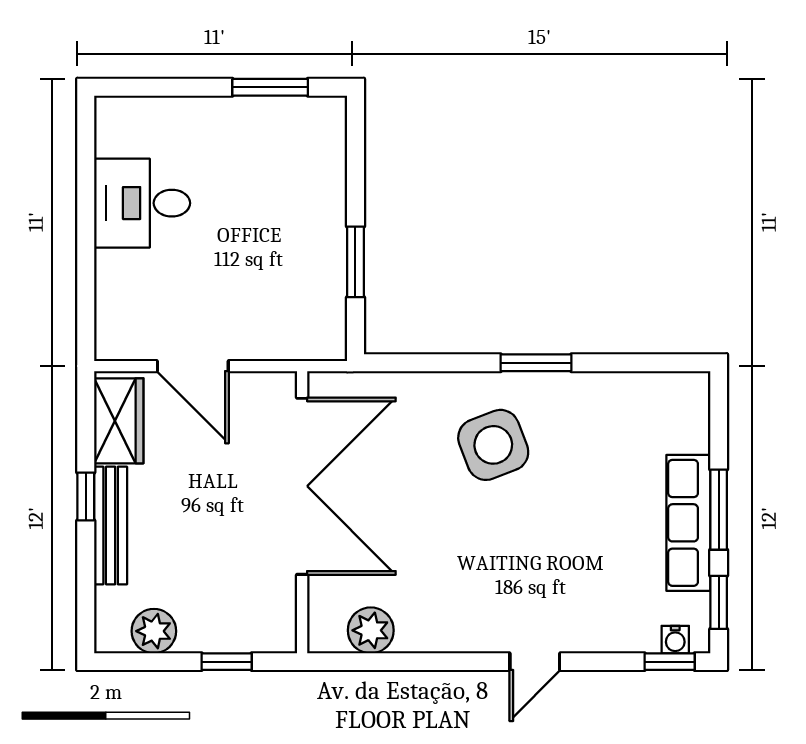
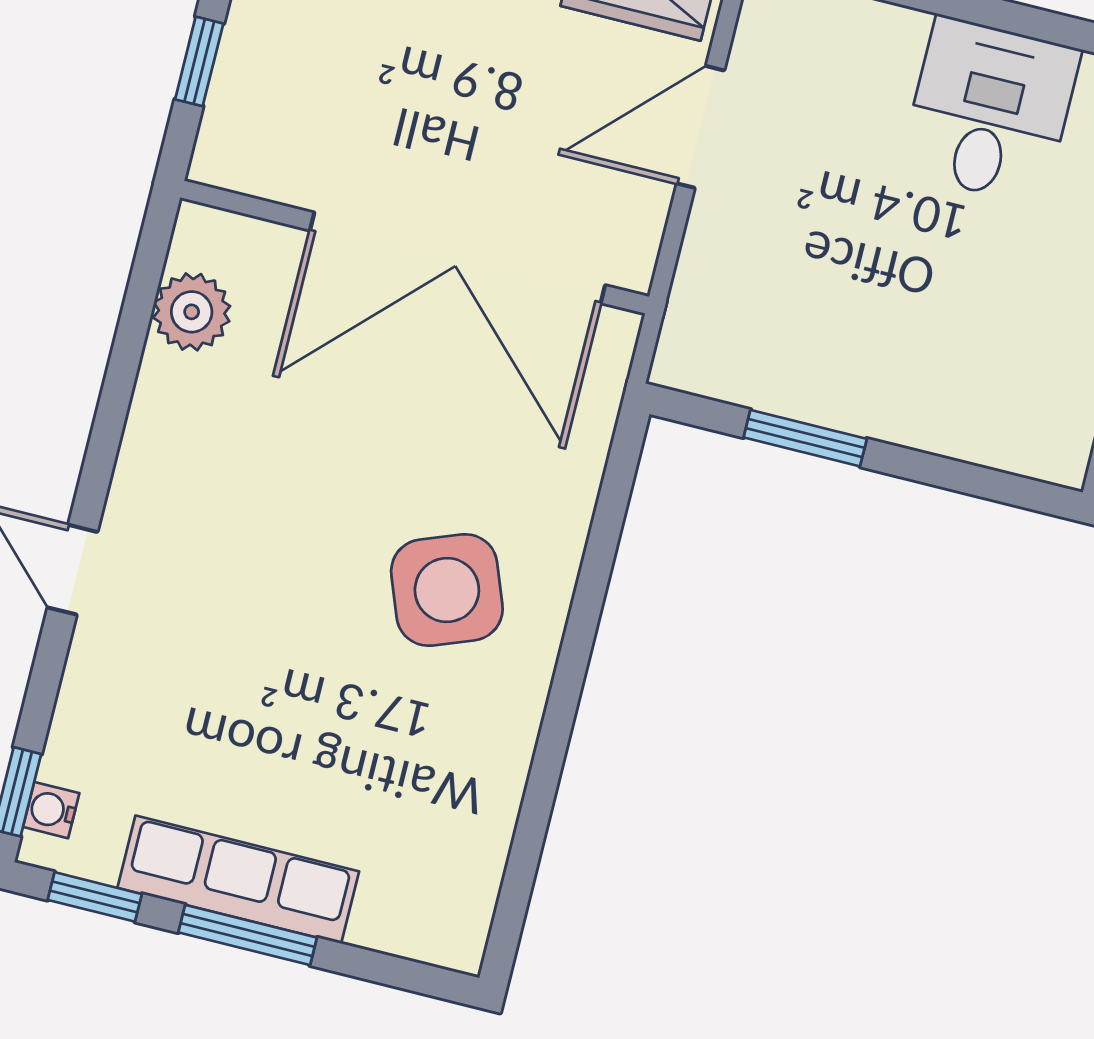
window: (536, 363) -> (565, 694), removed

